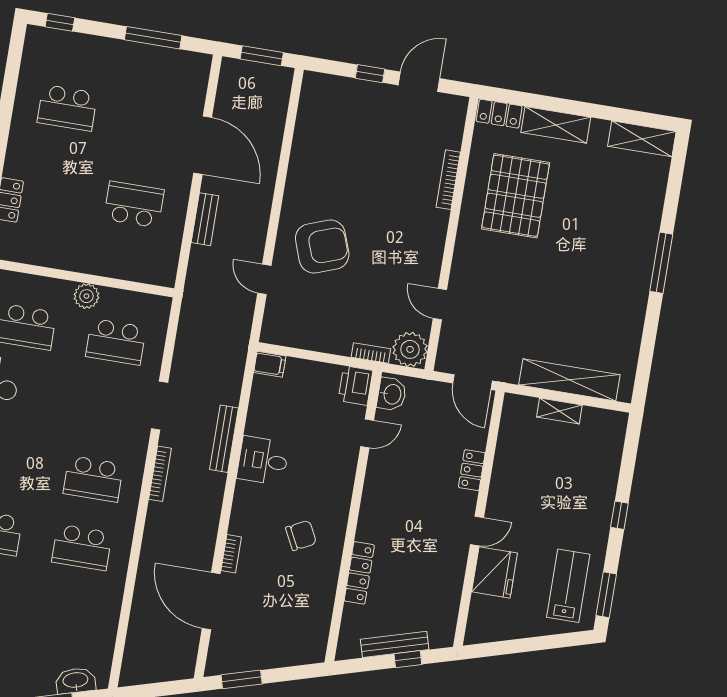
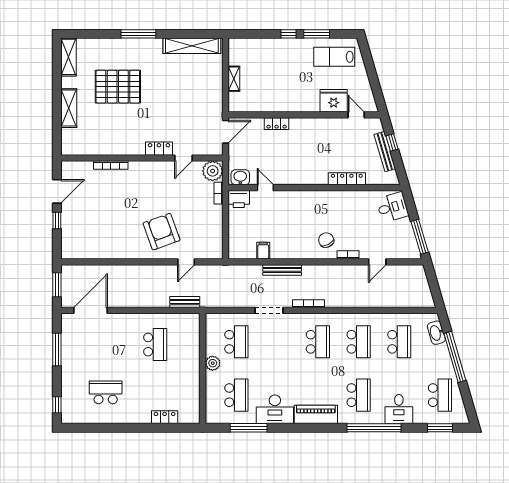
door: (419, 82) -> (57, 191), swing flipped
school desk: (67, 108) -> (106, 392), turned -90
locker: (499, 114) -> (159, 149), moved, turned -90
door: (203, 145) -> (90, 310), moved
pallet: (516, 196) -> (118, 87), moved
school desk: (134, 204) -> (155, 345), turned 180
bench: (205, 219) -> (185, 302), moved
filing cabinet: (270, 364) -> (263, 251), moved
shelving: (569, 380) -> (192, 46), moved, turned 90
desk: (263, 461) -> (392, 207), moved, turned -106
door: (477, 531) -> (356, 115), moved
chair: (301, 535) -> (326, 240), moved
window: (606, 595) -> (317, 34), moved
door: (211, 601) -> (377, 262), width x0.53
school desk: (71, 616) -> (399, 342), added
window: (242, 679) -> (420, 237), width x1.44

